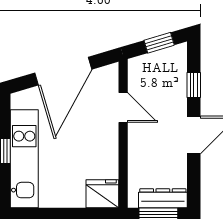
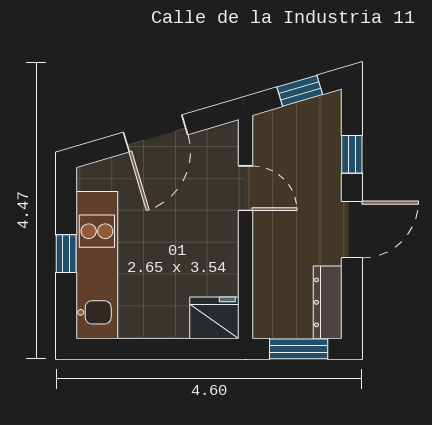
door: (63, 71) -> (156, 133), width x0.73
dresser: (163, 198) -> (328, 302), moved, turned -90

